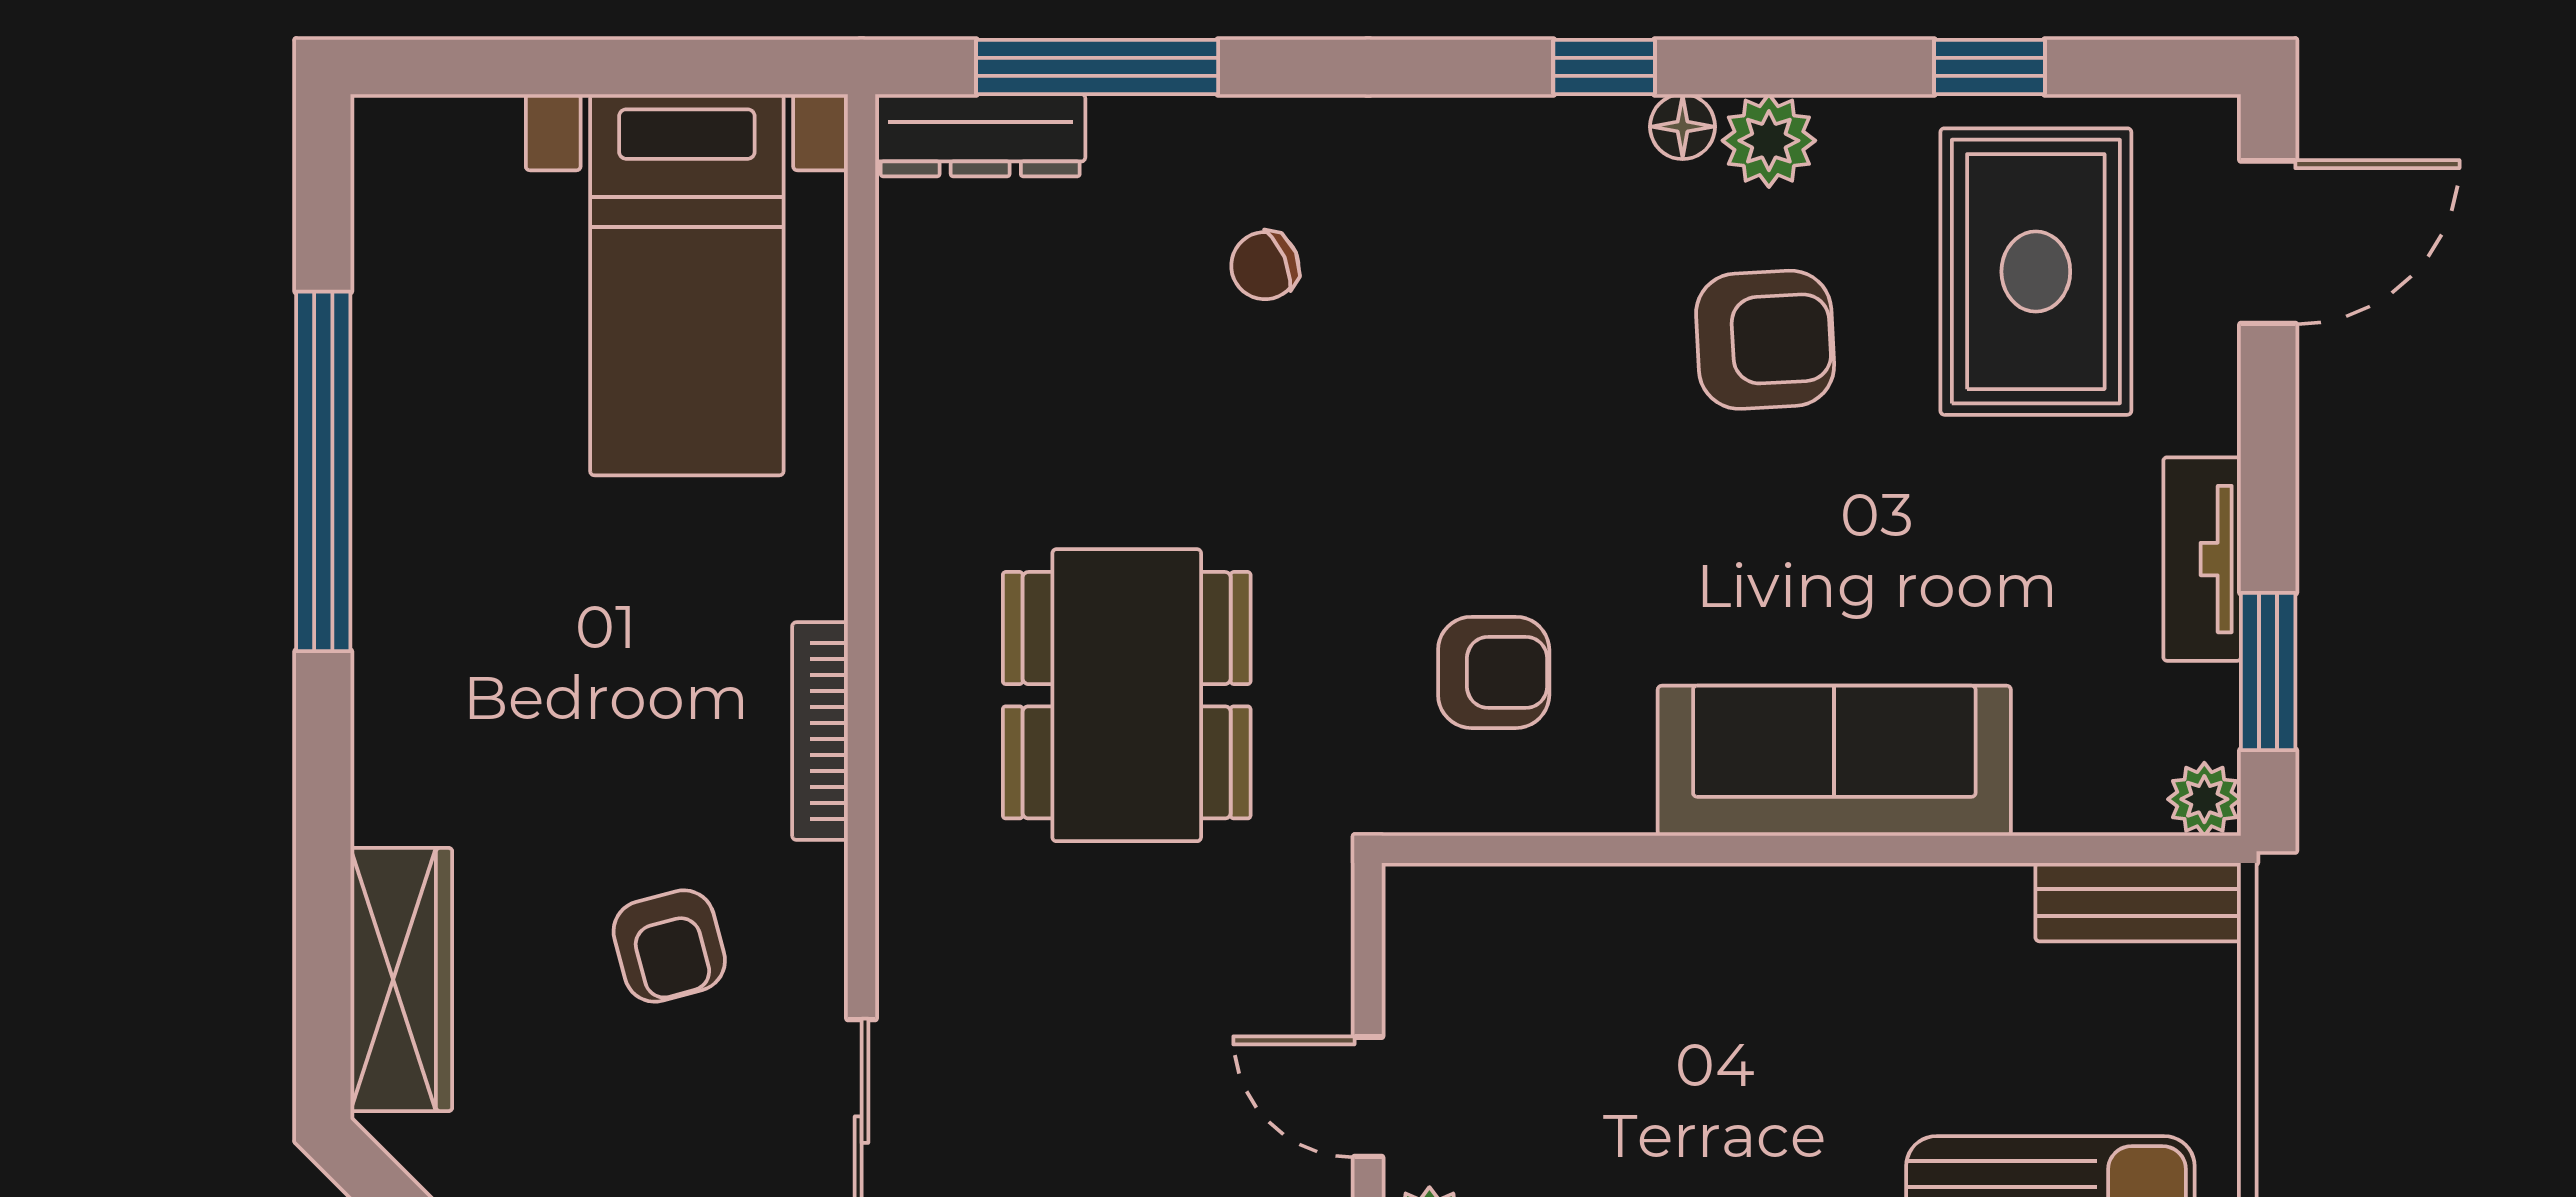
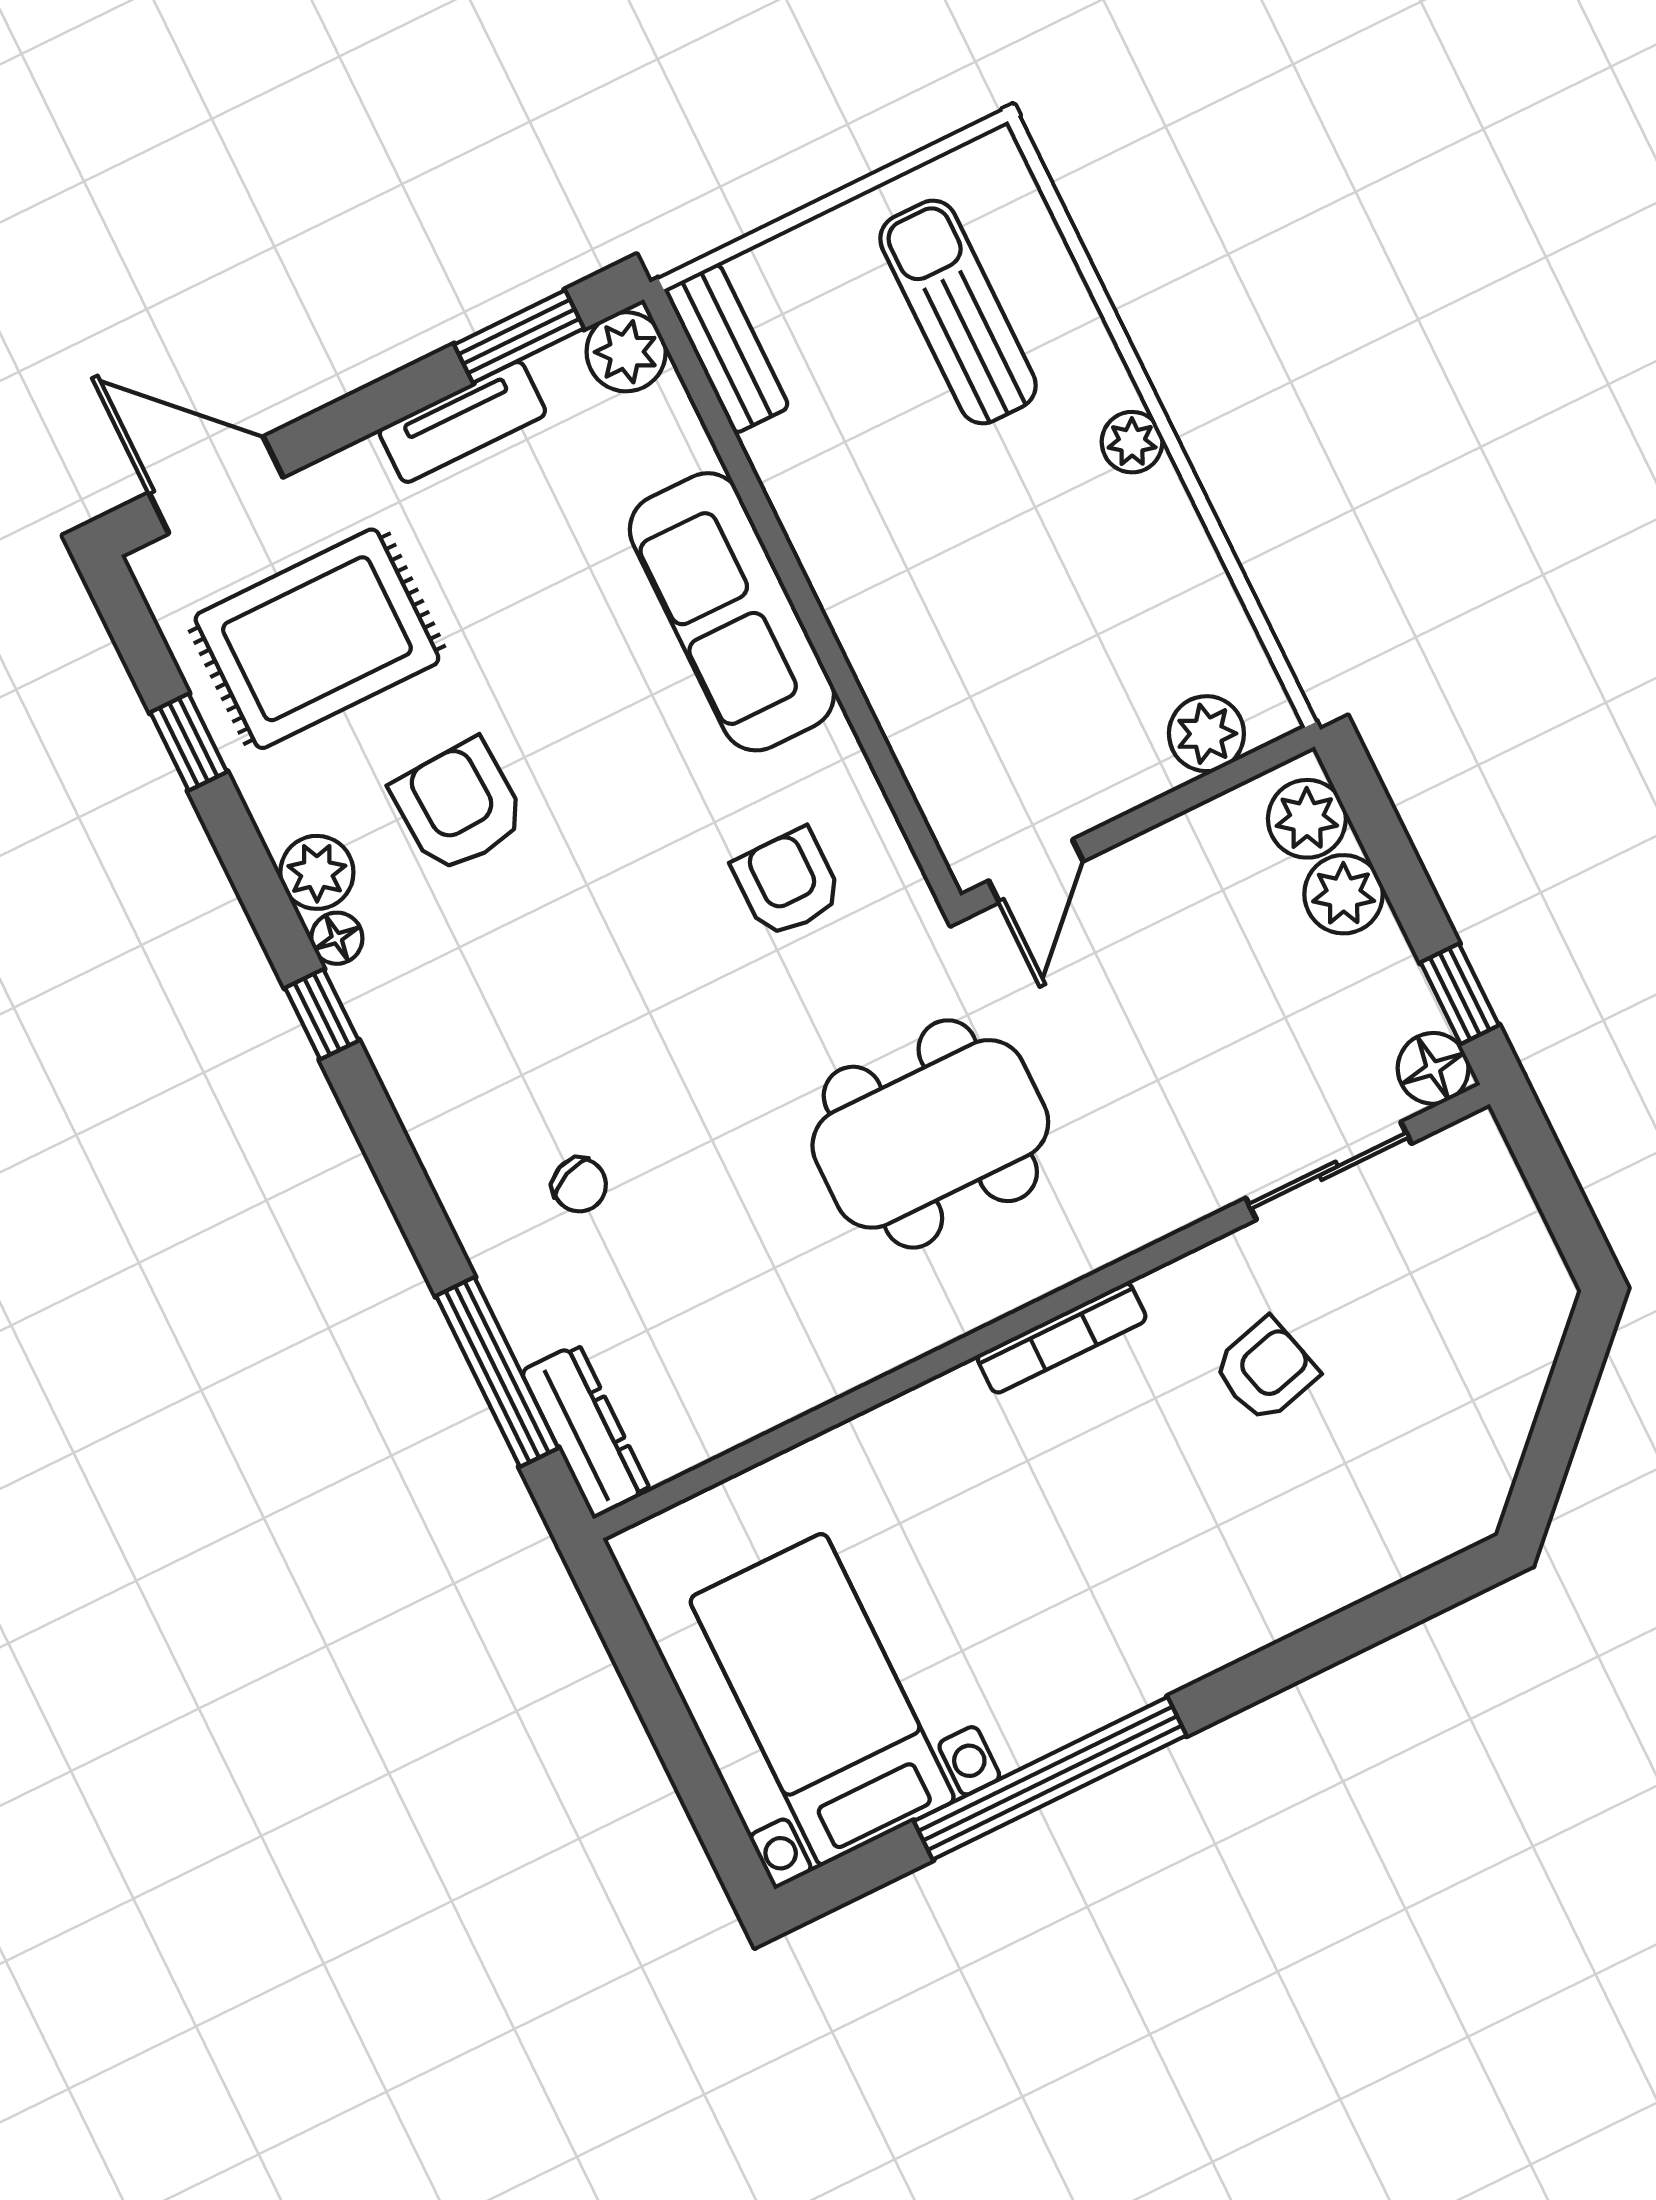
bed with nightstands: (687, 285) -> (822, 1699), moved, turned -90
plant: (2204, 799) -> (626, 352), width x1.38, depth x1.38
wardrobe: (401, 979) -> (1382, 1548), removed
door: (1368, 1097) -> (1036, 871), moved

